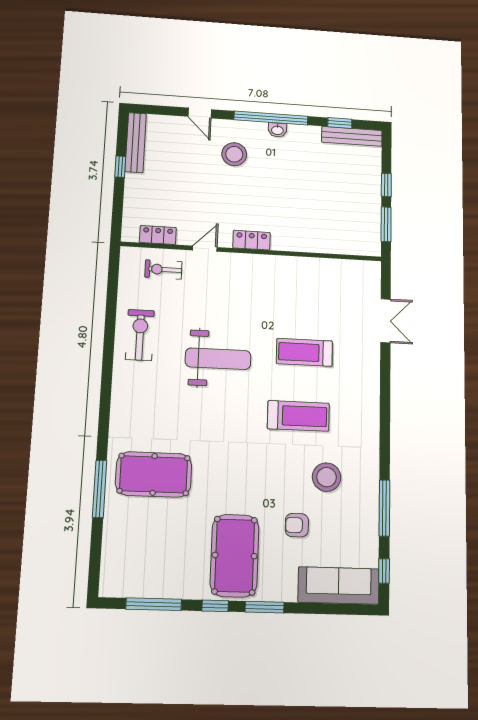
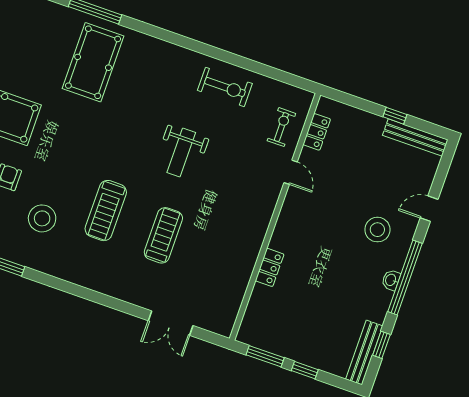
locker: (252, 240) -> (270, 267), moved
weight bench: (218, 359) -> (181, 153), width x0.73, depth x0.75

